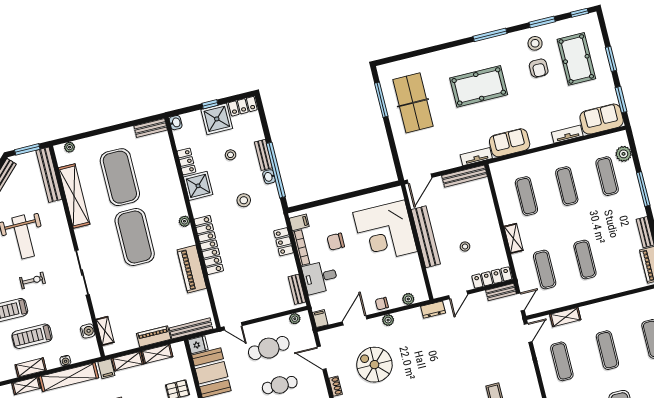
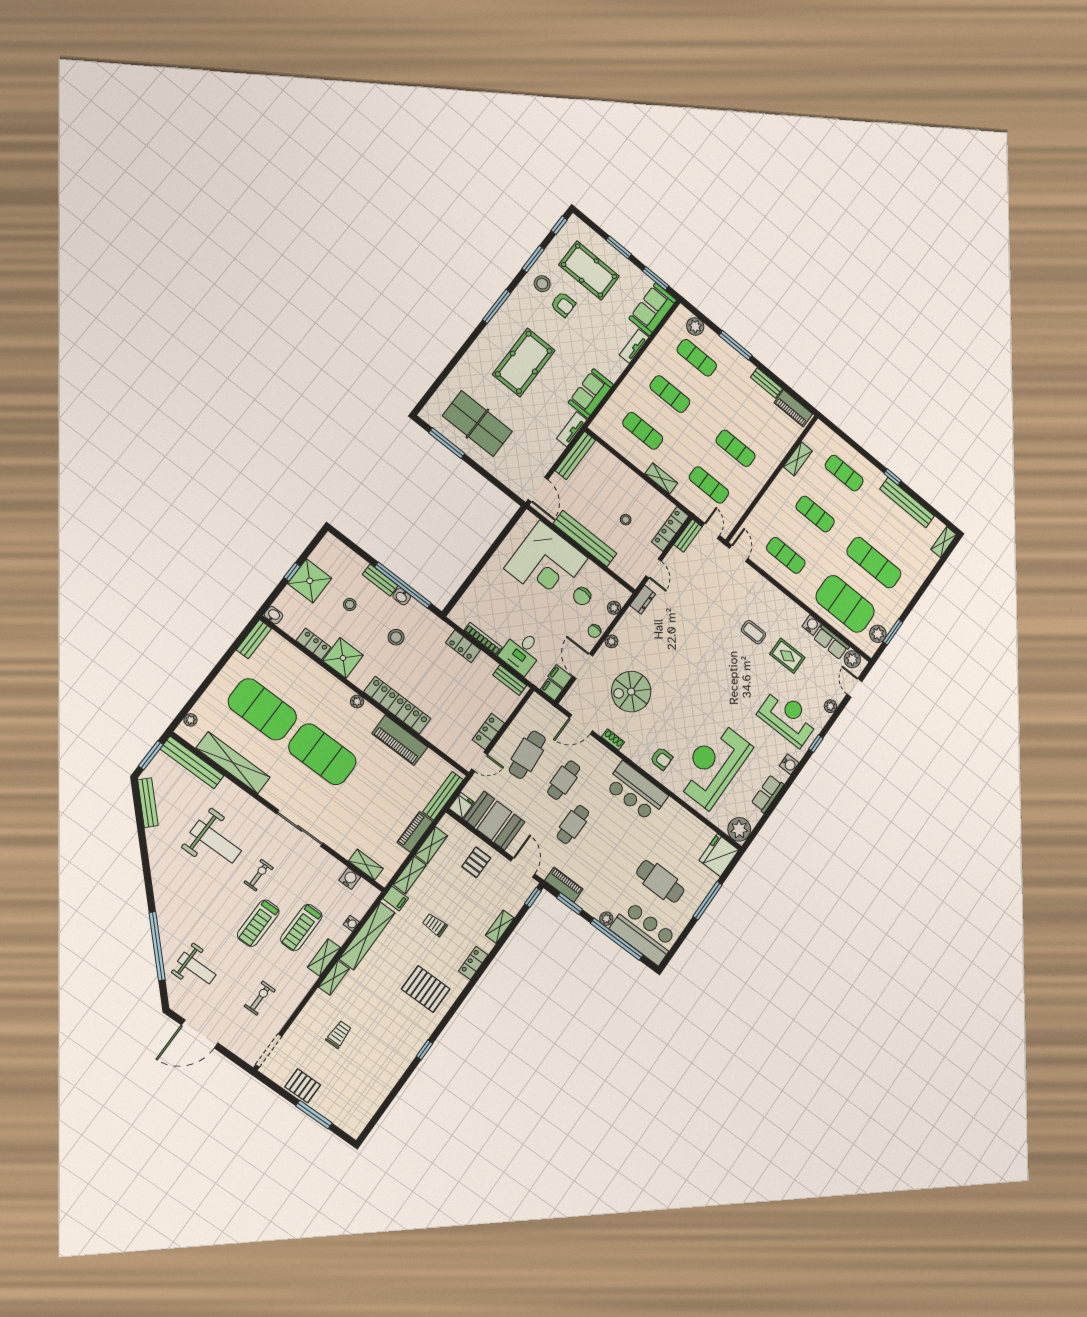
locker: (243, 106) -> (488, 731), moved, turned 180
filing cabinet: (299, 222) -> (560, 676), moved, turned -90
chair: (336, 242) -> (582, 596), moved
shelving: (565, 317) -> (798, 459), moved
plant: (295, 319) -> (529, 709), removed

